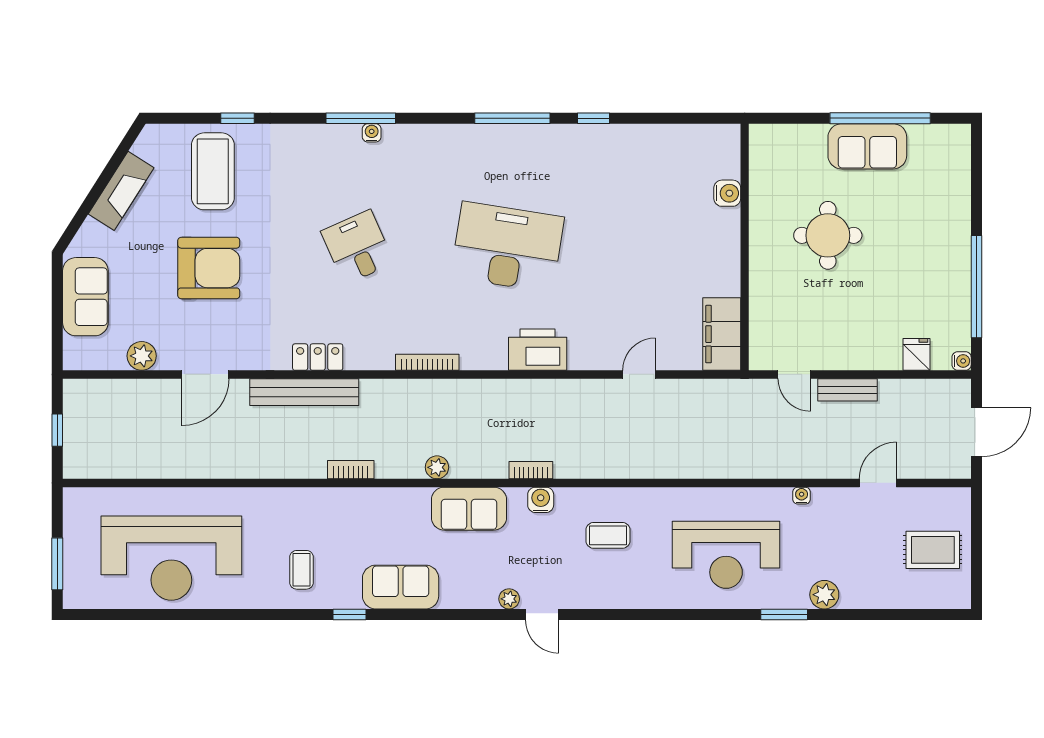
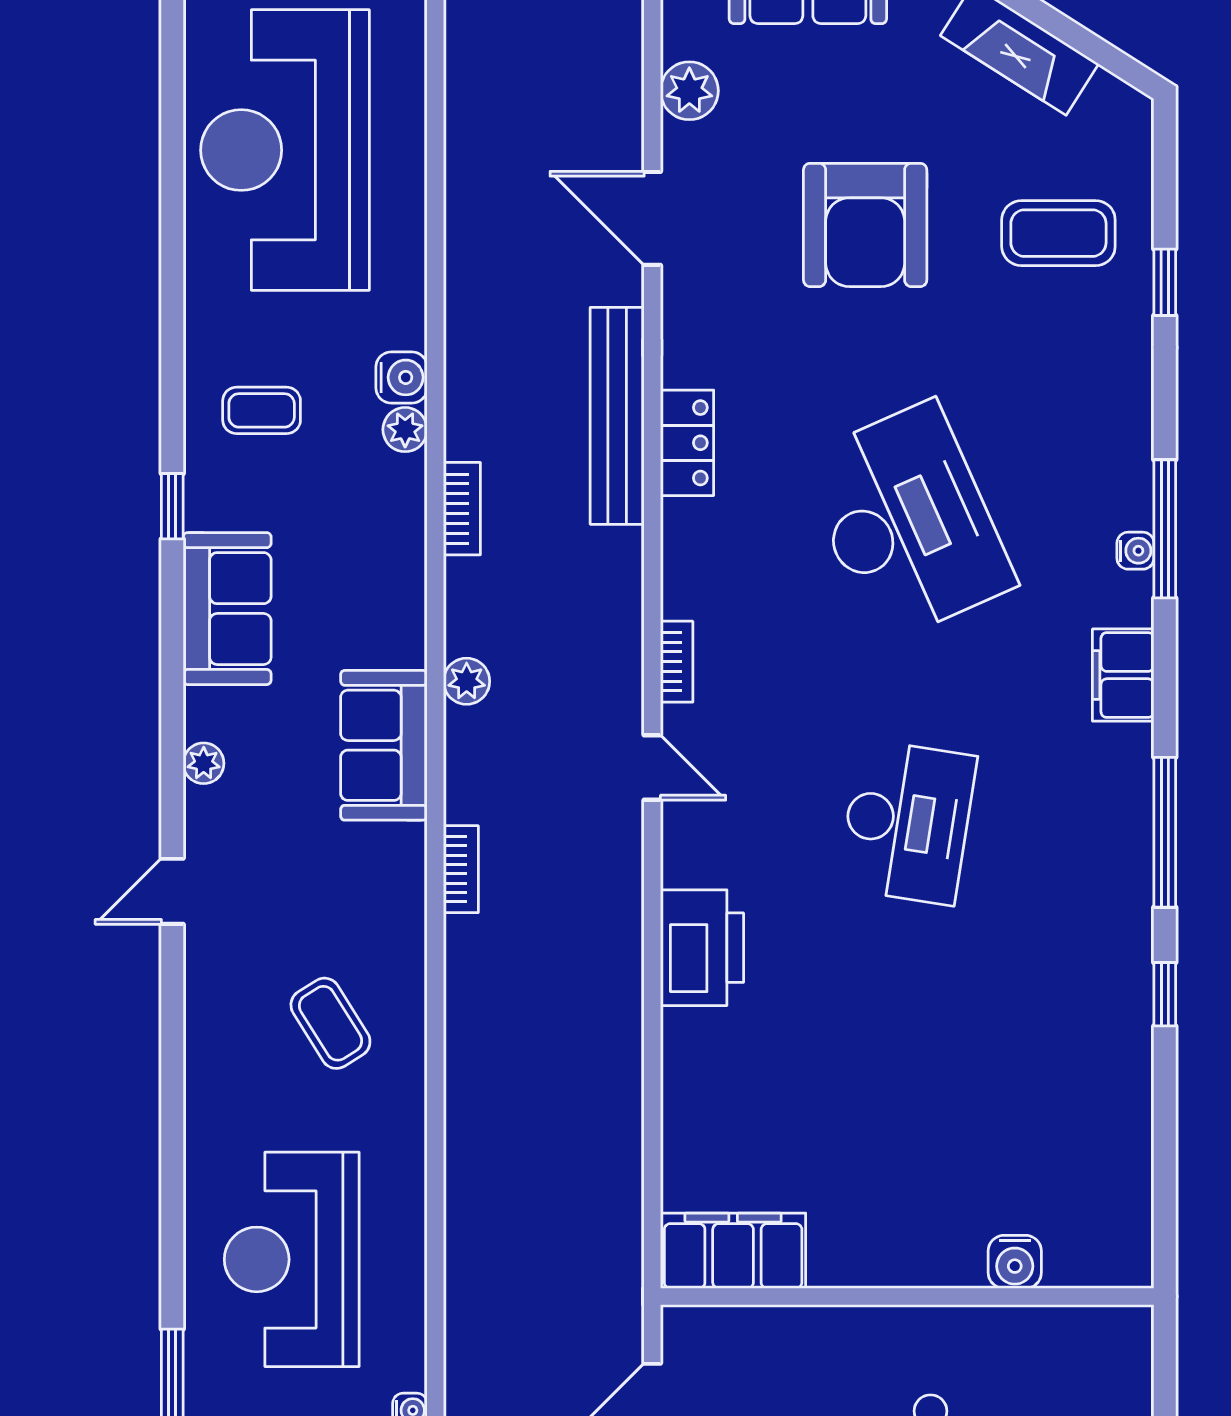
filing cabinet: (434, 139) -> (1123, 675), added
coffee table: (213, 171) -> (1058, 233), width x0.73, depth x0.76
desk: (357, 247) -> (907, 522), width x1.87, depth x1.30
desk: (507, 247) -> (907, 822), width x0.73, depth x0.77
printer: (538, 350) -> (702, 948), moved
bookcase: (427, 362) -> (677, 662), width x0.64
door: (639, 374) -> (652, 767), moved
plant: (311, 498) -> (405, 430), added
water cooler: (541, 500) -> (402, 377), moved
coffee table: (608, 535) -> (330, 1023), turned -32
plant: (509, 599) -> (204, 763), moved

